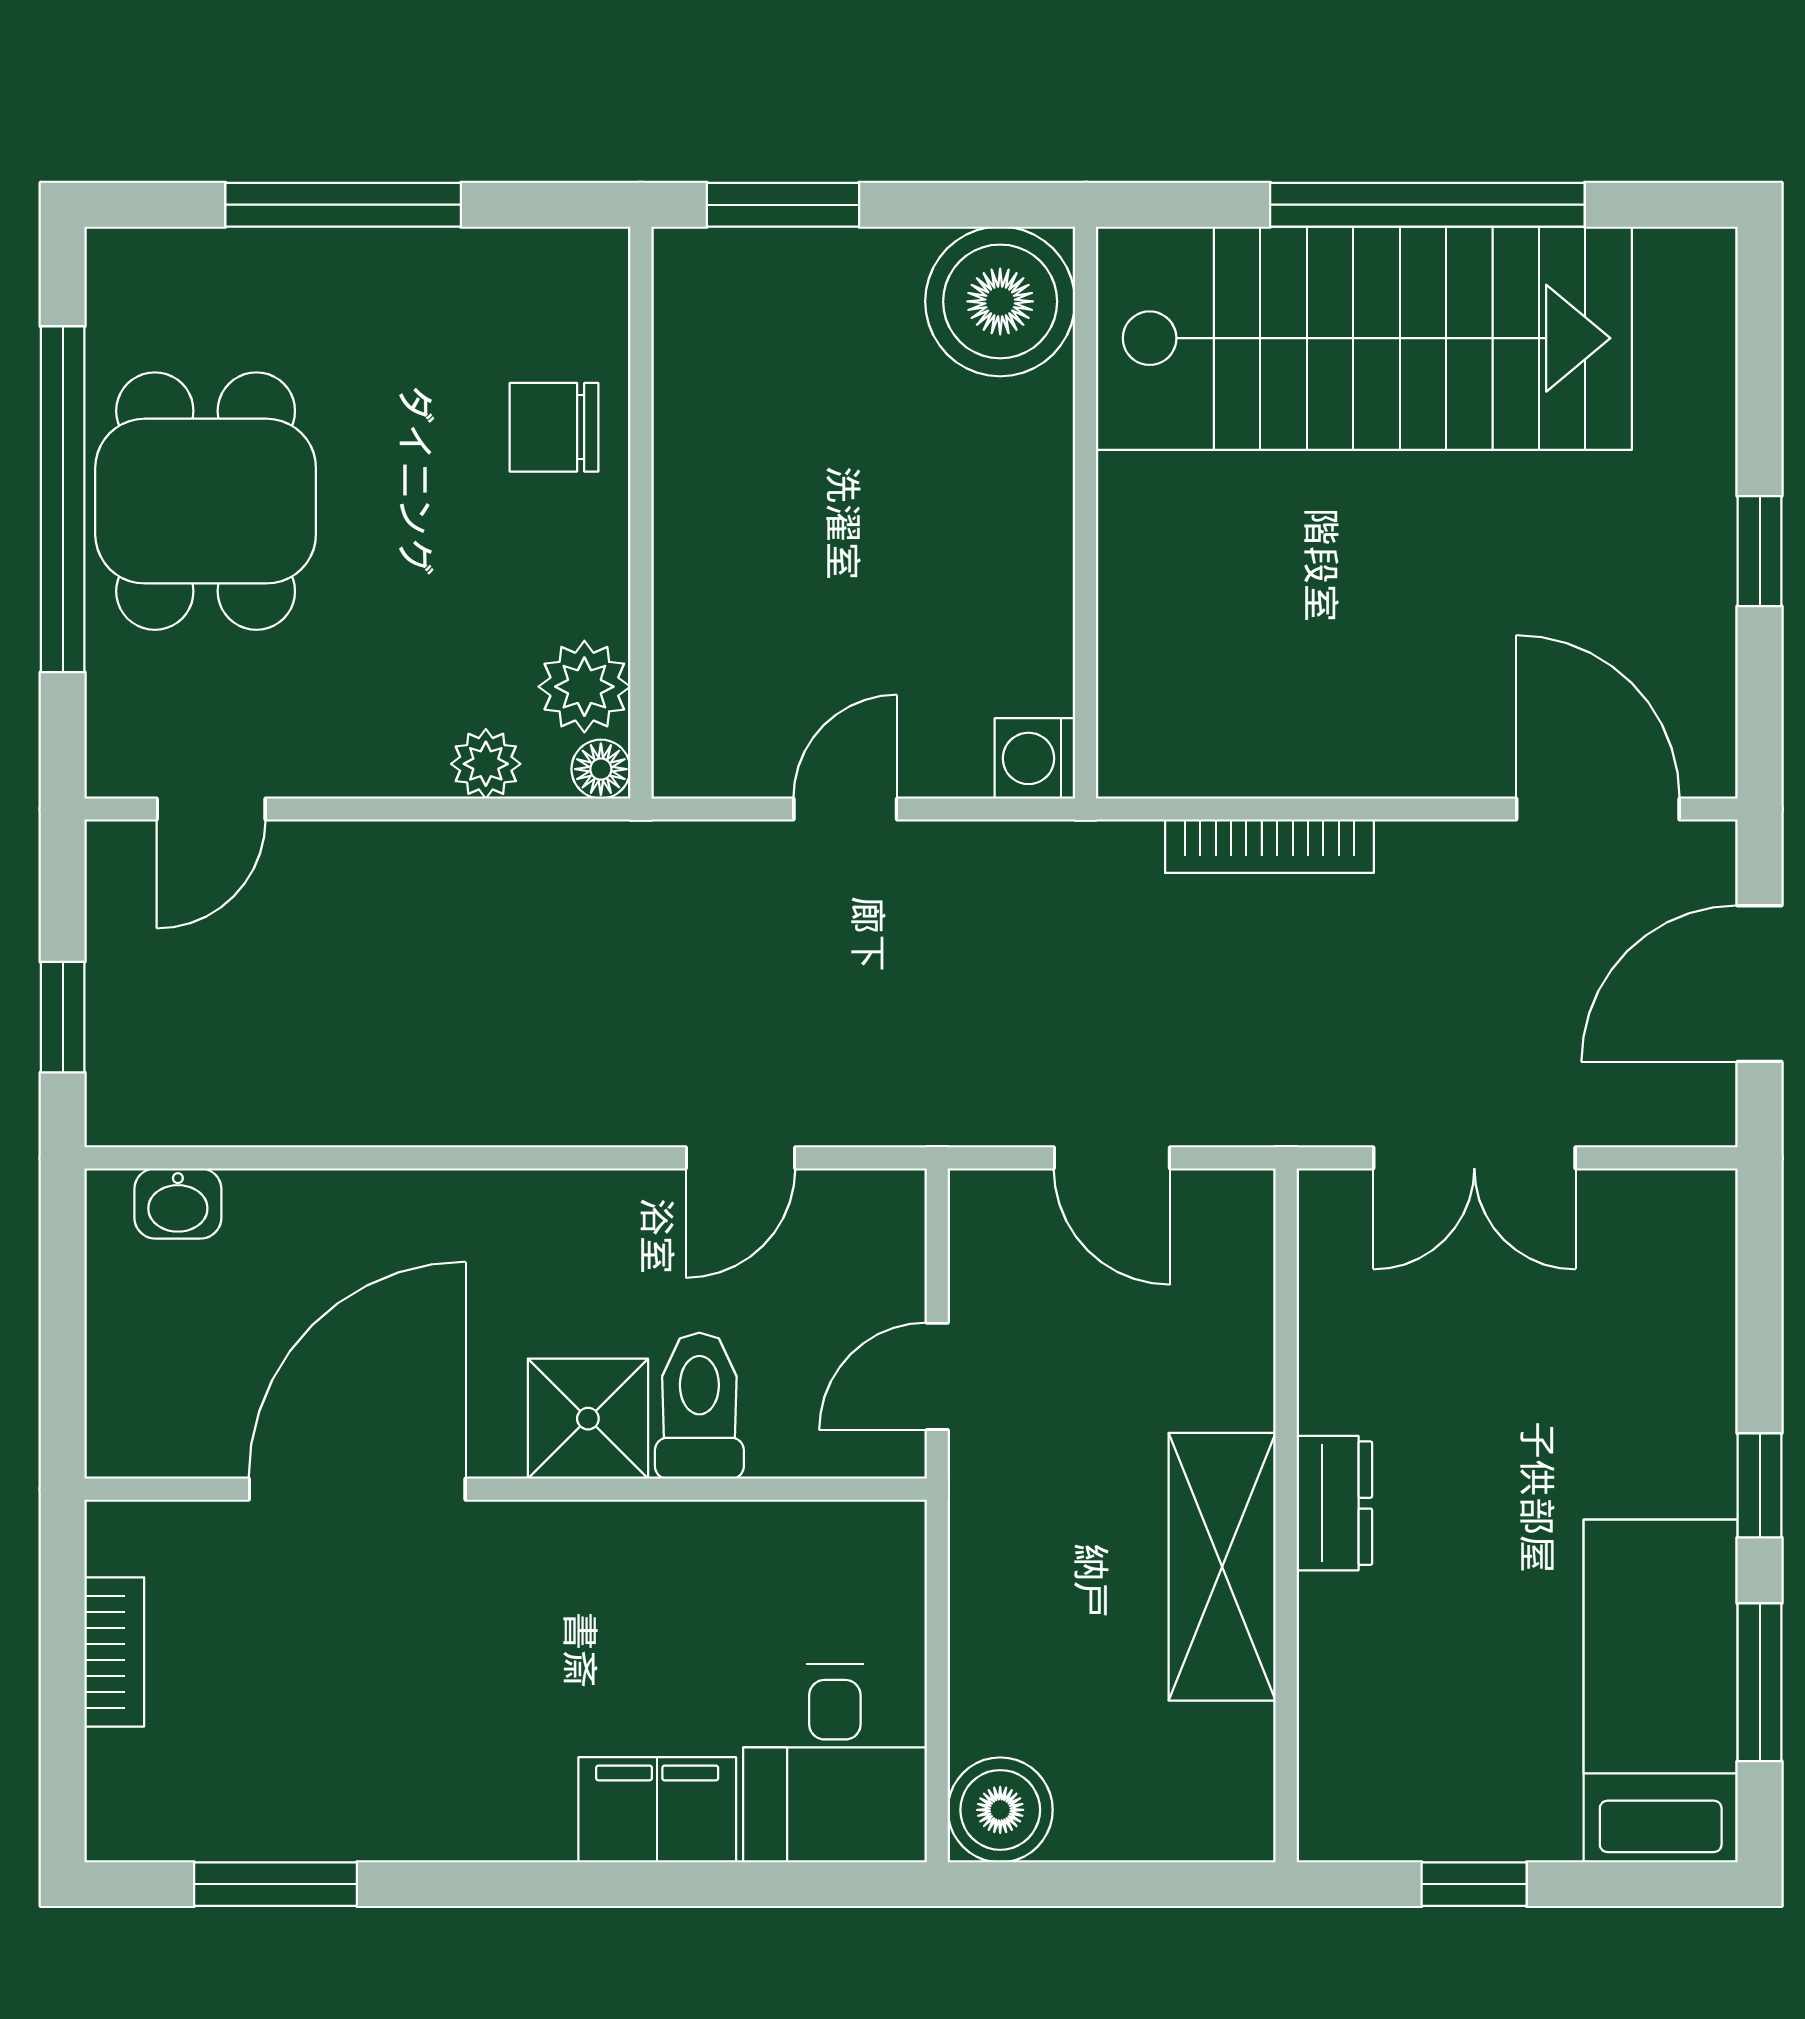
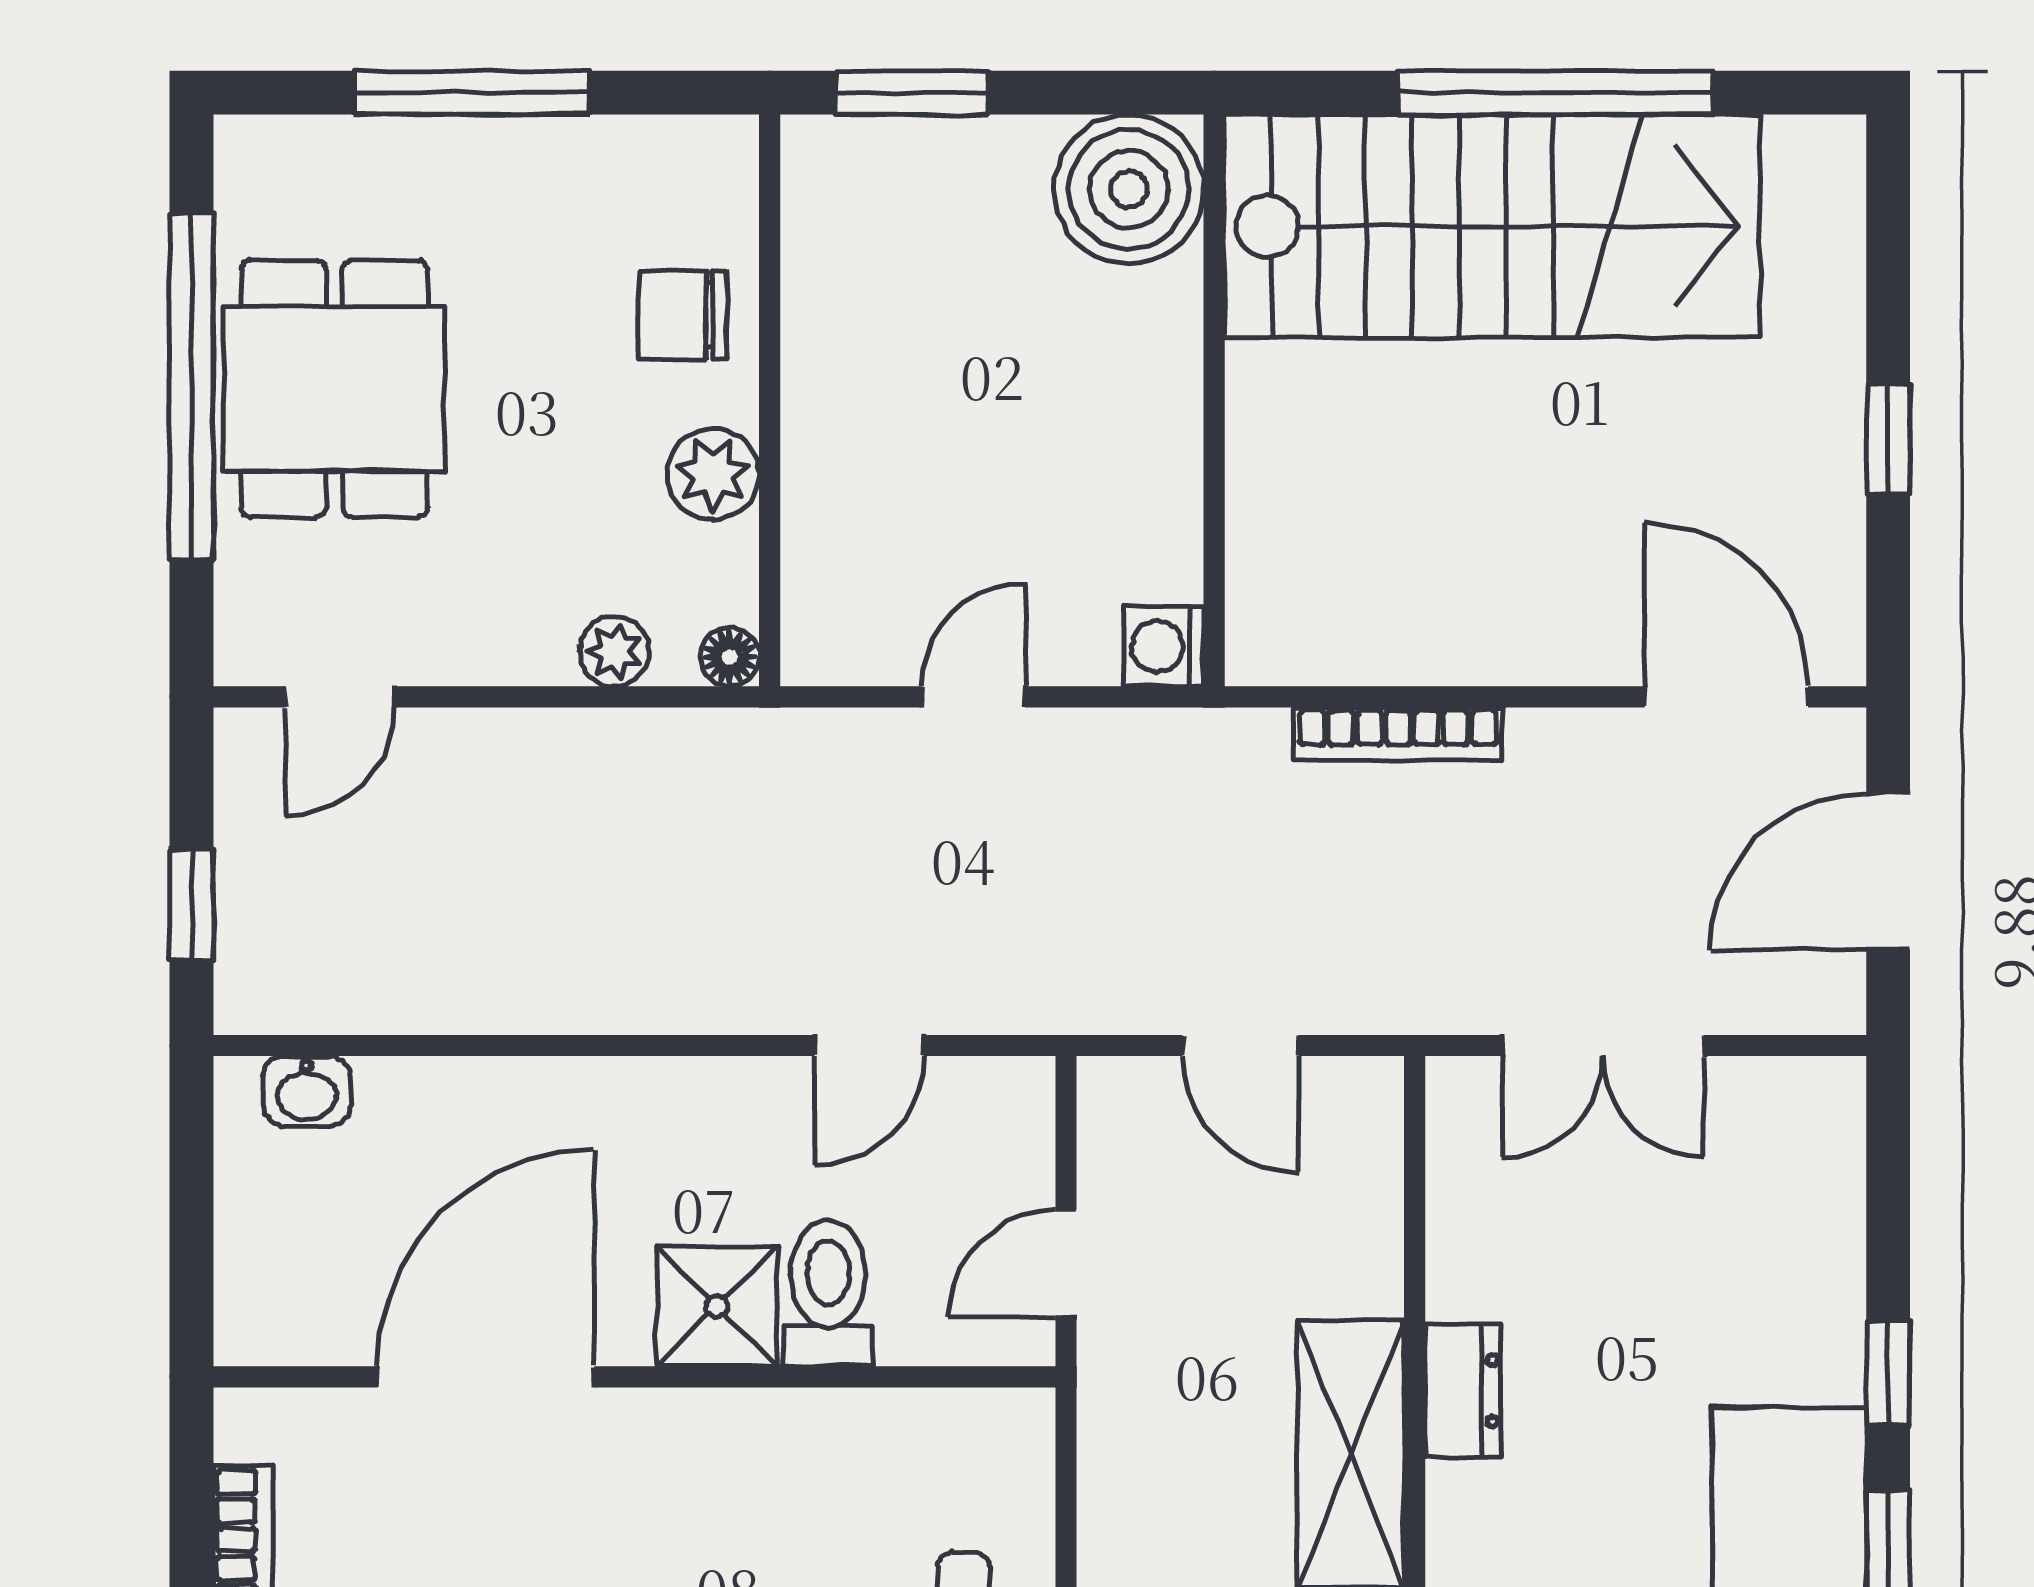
plant: (584, 687) -> (713, 474), moved

